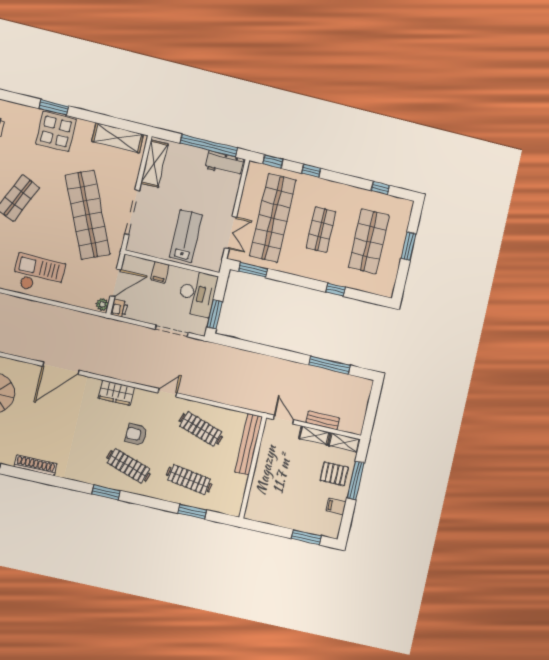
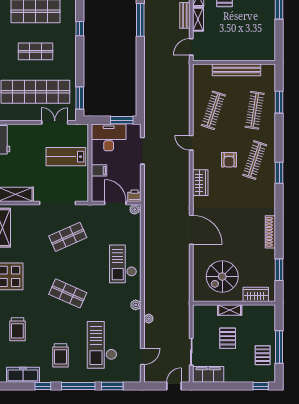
shop shelf: (88, 215) -> (68, 237), width x0.50, depth x0.74
bench: (249, 444) -> (237, 70), moved

